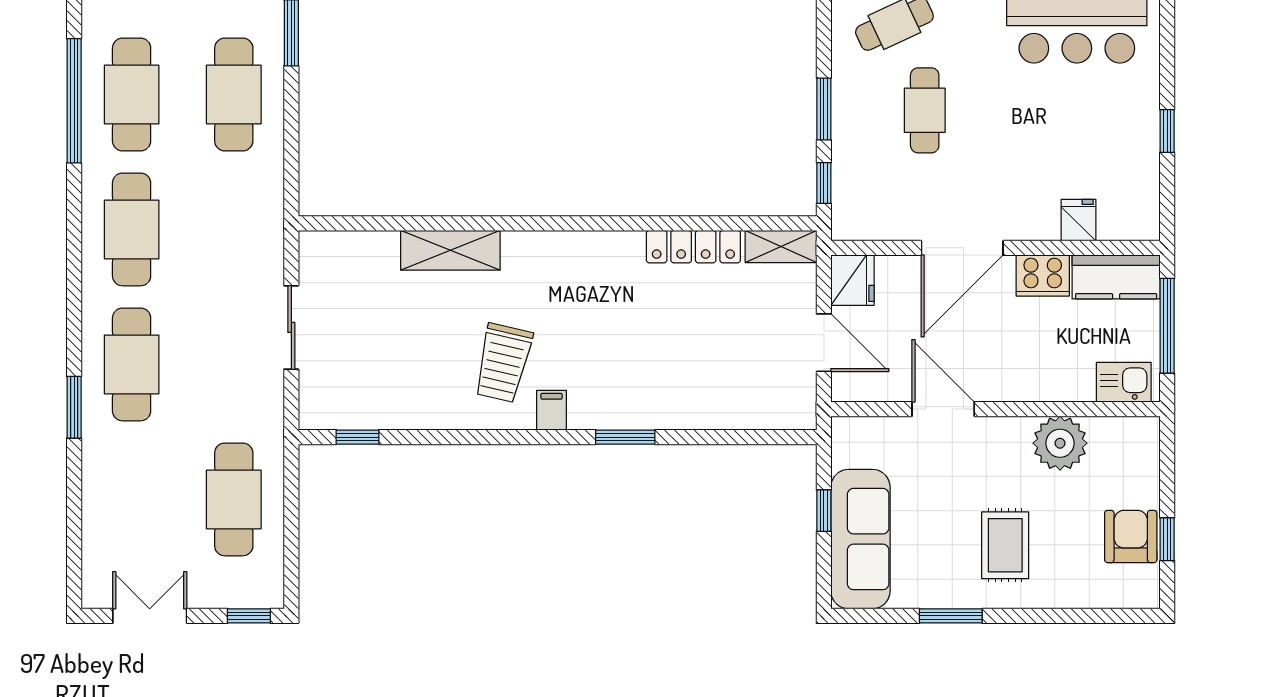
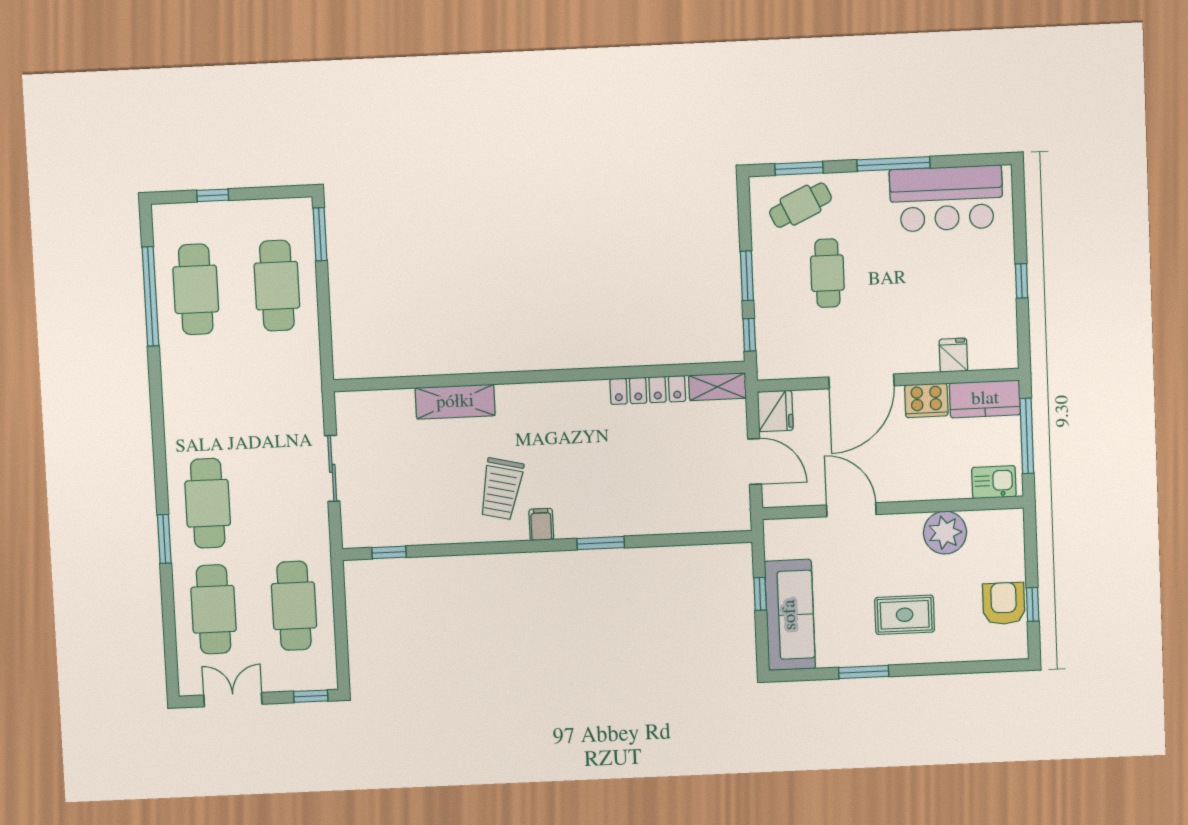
cafe table: (132, 229) -> (214, 609), moved
rug: (1005, 545) -> (905, 615), turned 90

